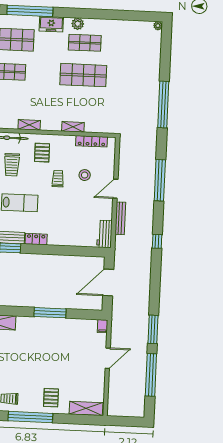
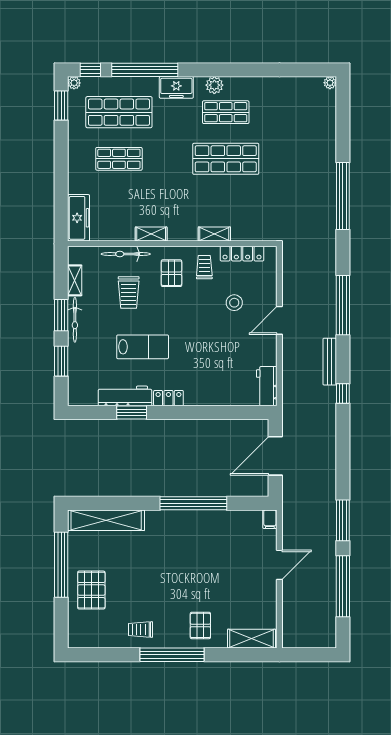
trolley: (58, 179) -> (204, 267), moved
bench: (120, 218) -> (330, 362), moved
window: (50, 313) -> (193, 503), width x1.46

